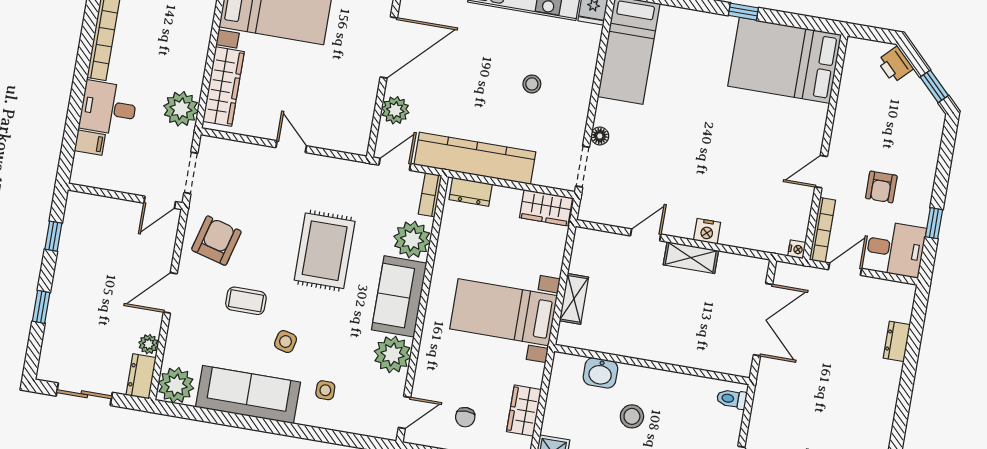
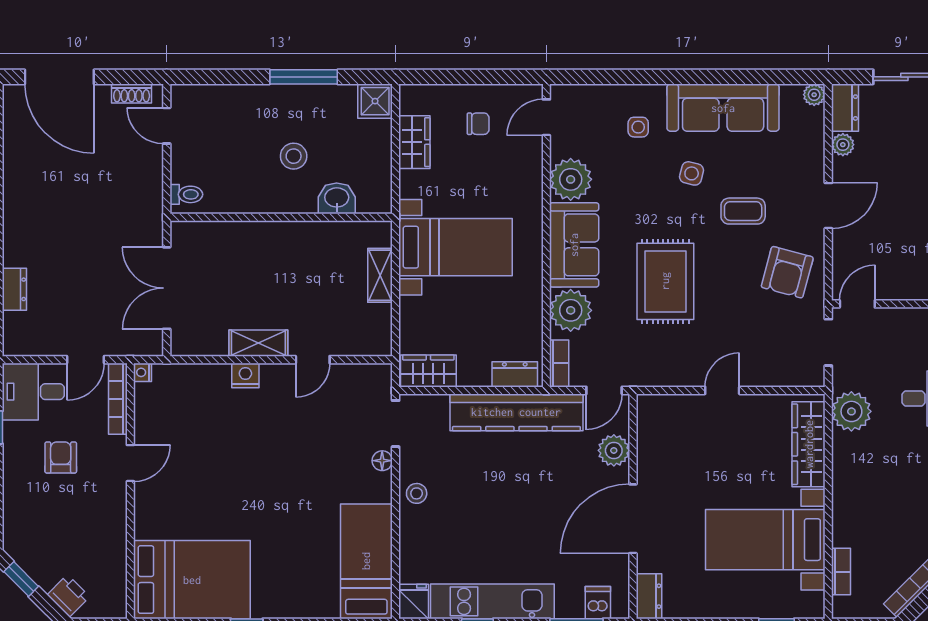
stool: (532, 84) -> (417, 493), moved
door: (291, 147) -> (722, 390), swing flipped
plant: (176, 385) -> (814, 95), width x0.53, depth x0.53
chair: (465, 417) -> (478, 124), turned 90

